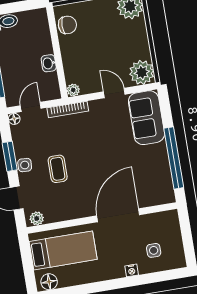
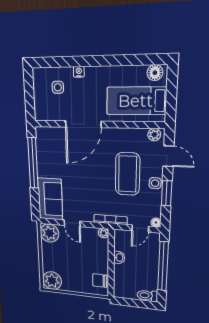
coffee table: (58, 169) -> (127, 174), width x1.86, depth x1.72

